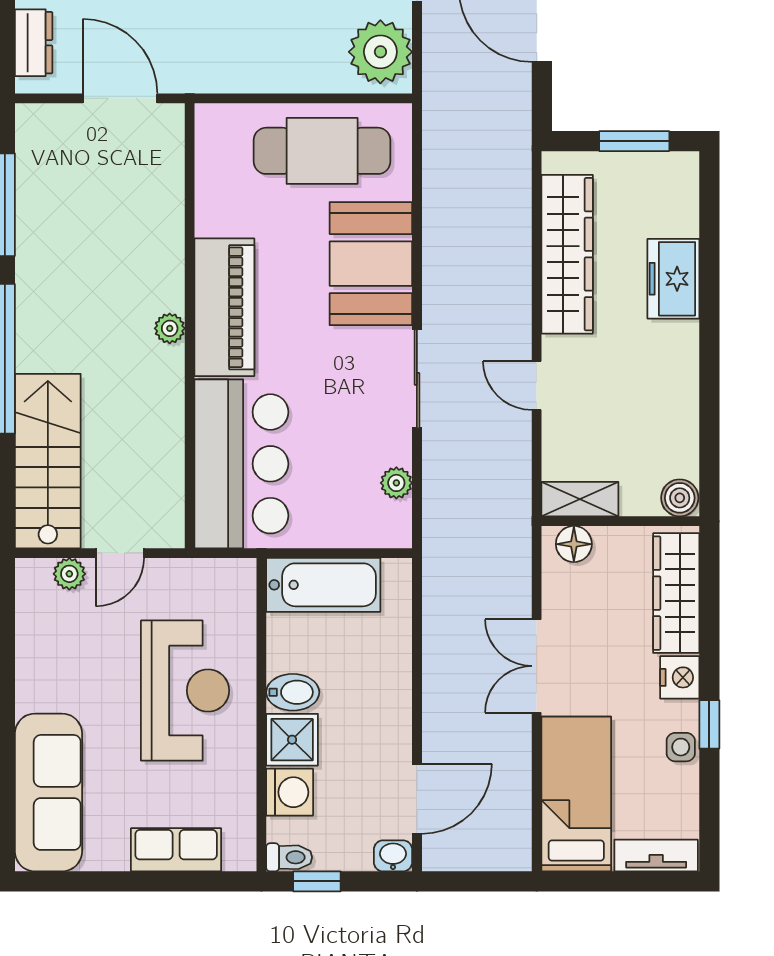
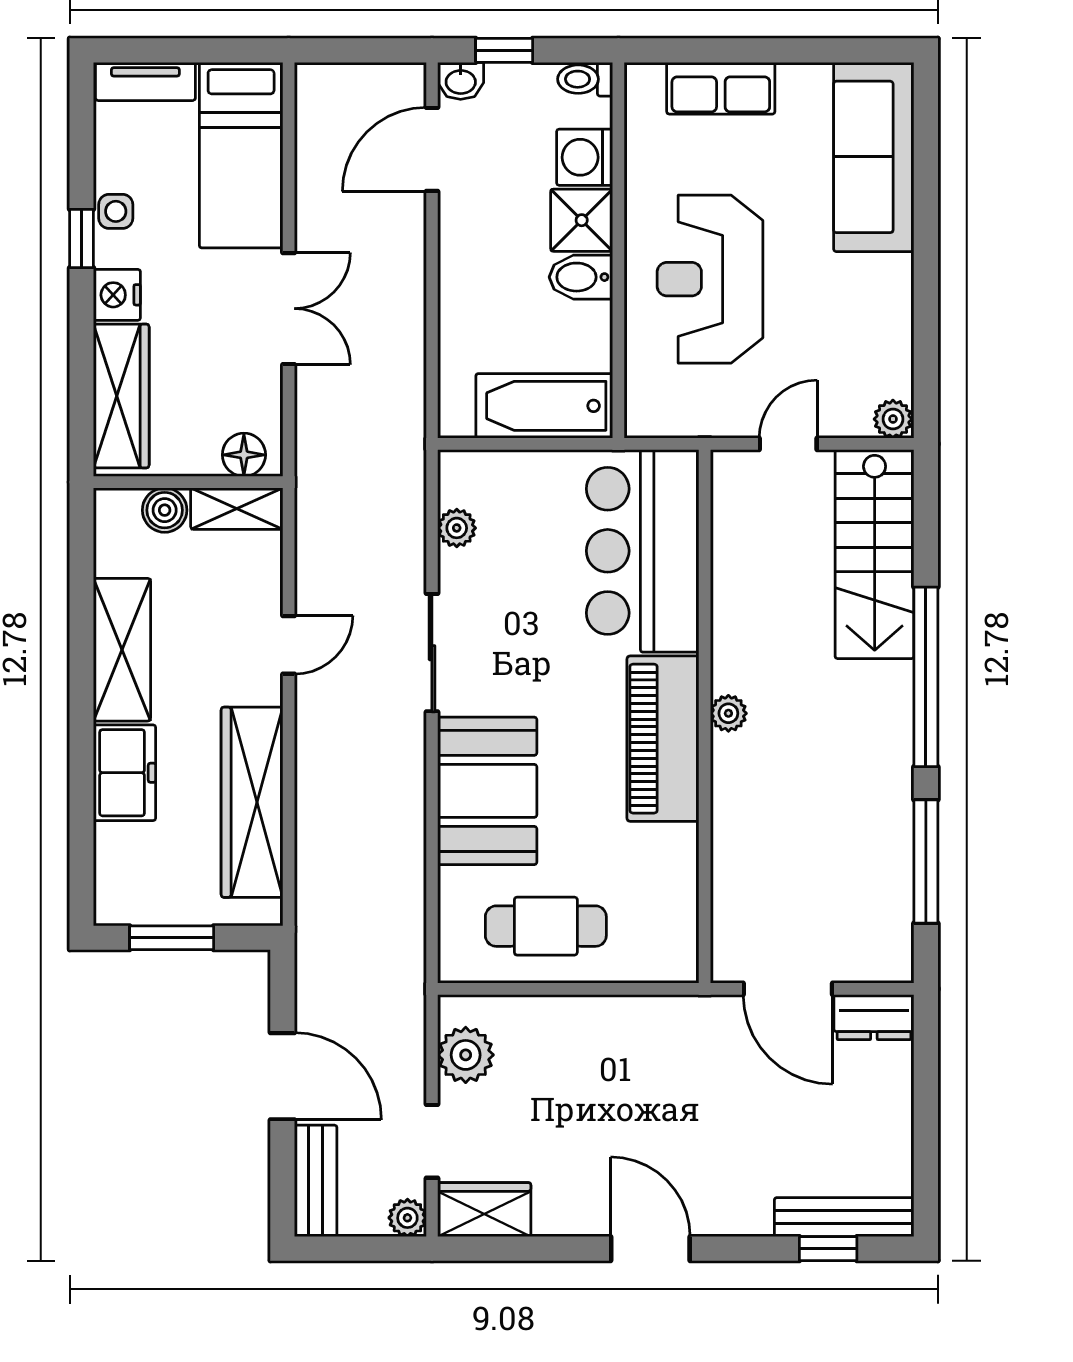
dresser: (34, 43) -> (874, 1017), moved, turned -90
plant: (380, 52) -> (466, 1055), width x0.73, depth x0.73
cafe table: (322, 151) -> (546, 926), width x0.73, depth x0.74
shelving: (676, 381) -> (122, 650), added
door: (537, 385) -> (289, 645), hinge flipped
boiler: (680, 498) -> (165, 510), moved
plant: (69, 574) -> (893, 419), moved
window: (317, 881) -> (504, 50), moved

